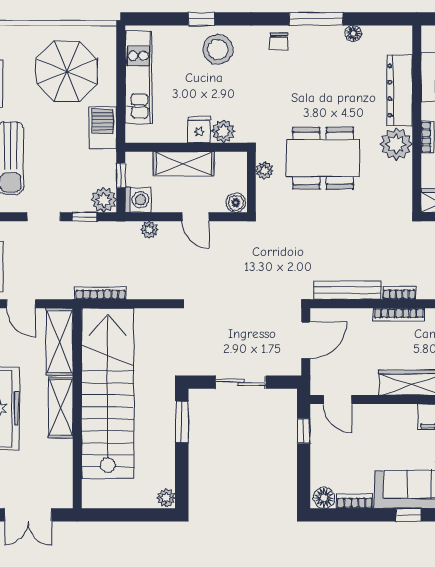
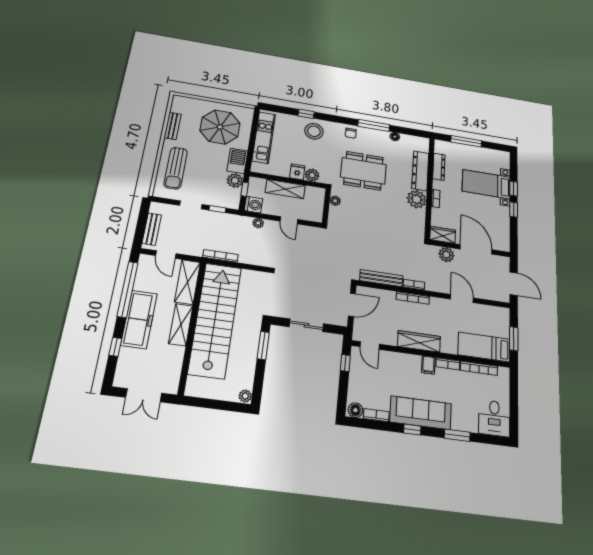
dining table: (323, 158) -> (364, 171), moved
plant: (104, 200) -> (235, 181), moved
boiler: (236, 203) -> (315, 216), removed

